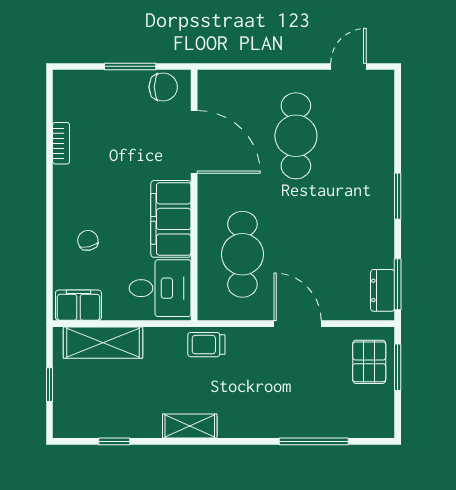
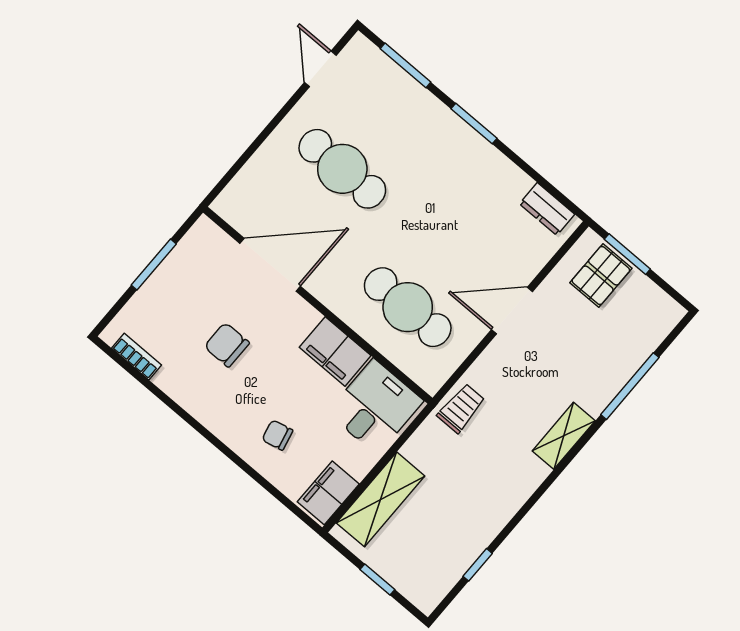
chair: (163, 87) -> (227, 345), moved, turned -90
bookcase: (61, 143) -> (136, 357), moved
filing cabinet: (171, 219) -> (335, 351), width x0.67, depth x0.86
window: (398, 284) -> (406, 65), moved
trolley: (206, 345) -> (461, 408), turned 180
pallet: (369, 362) -> (601, 275), turned 90
shelving: (190, 426) -> (564, 436), moved

